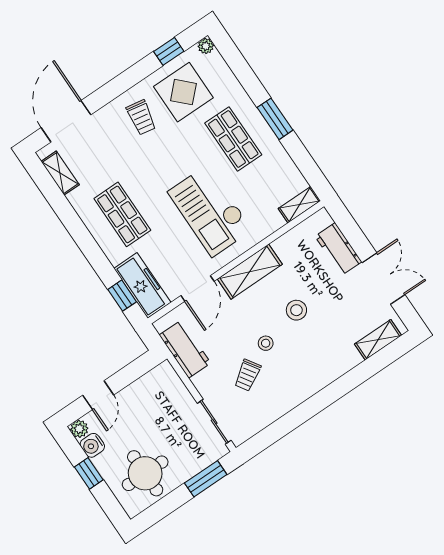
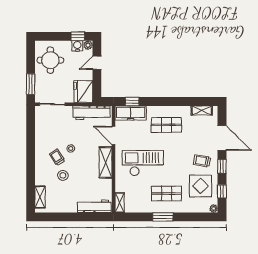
window: (128, 79) -> (222, 166), added
door: (66, 121) -> (222, 138), moved
workbench: (338, 249) -> (94, 206), width x1.38
double door: (384, 279) -> (64, 217), removed
stool: (296, 310) -> (63, 175), moved
workbench: (185, 349) -> (91, 113), width x1.38
trolley: (247, 375) -> (57, 157), moved
fridge: (160, 385) -> (83, 92), added
door: (98, 395) -> (97, 63), hinge flipped
window: (89, 473) -> (78, 36), moved

